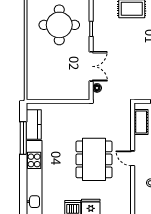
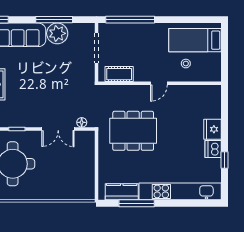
double door: (91, 66) -> (58, 129), swing flipped
dining table: (94, 159) -> (133, 131), moved

